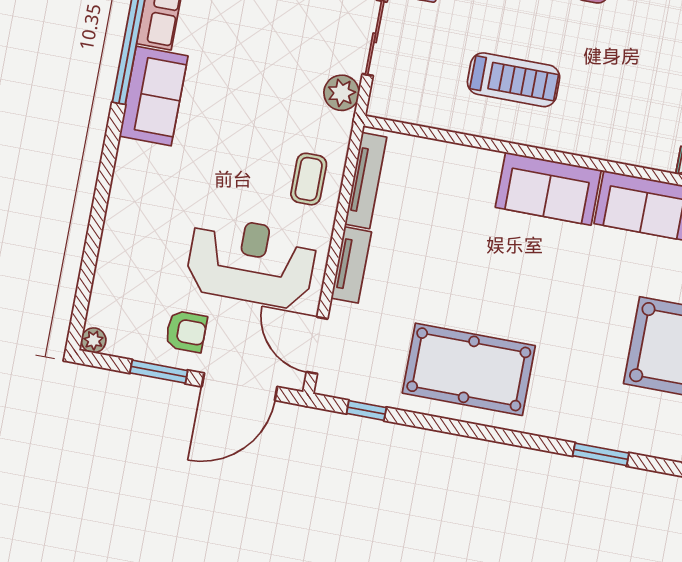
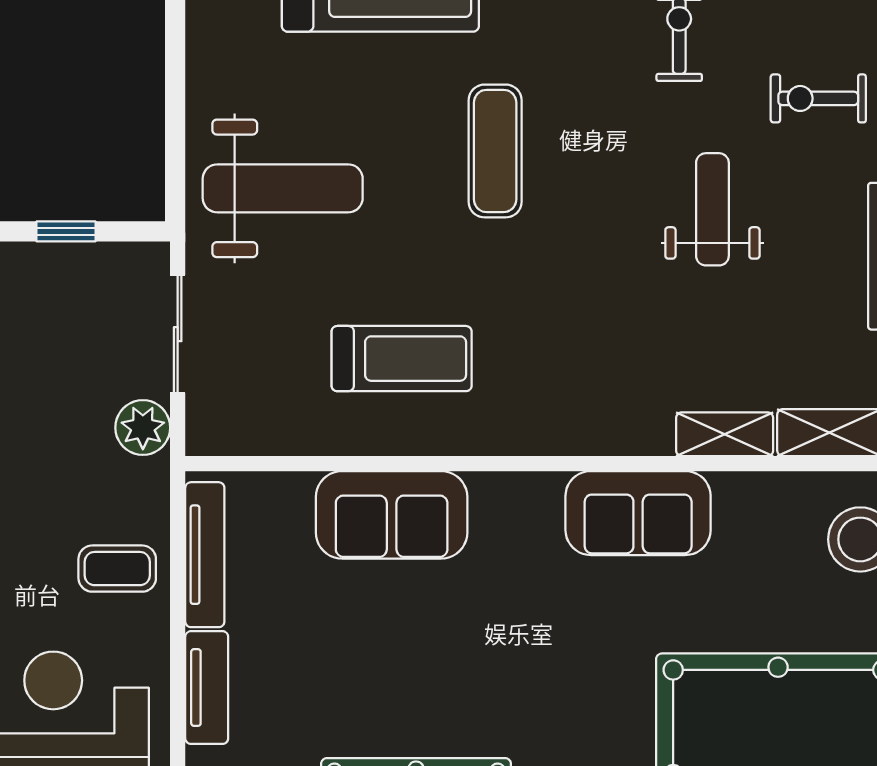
coffee table: (309, 179) -> (117, 569), turned 90
sofa: (548, 189) -> (392, 515), moved

